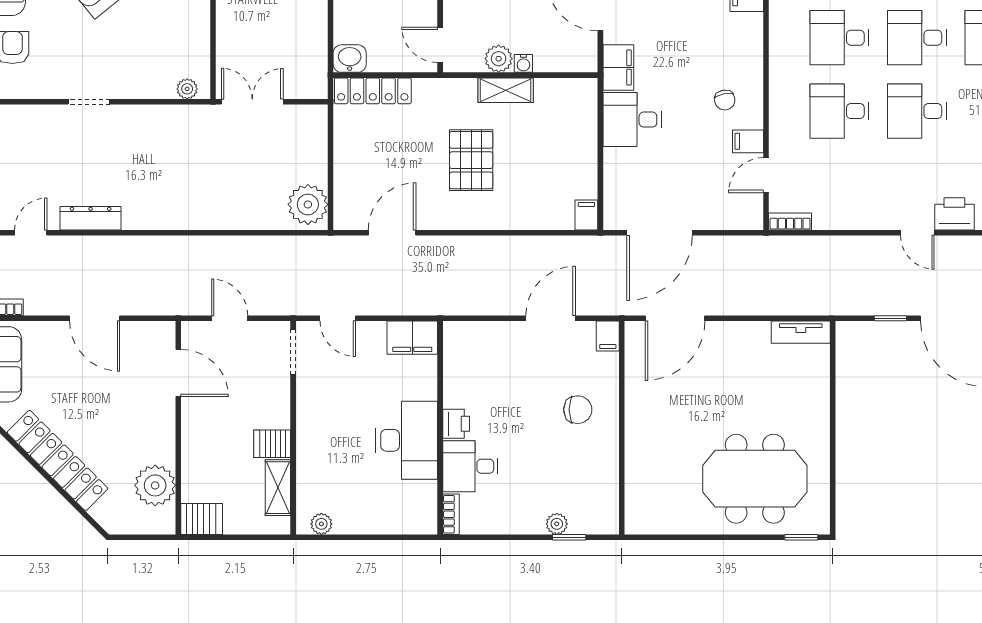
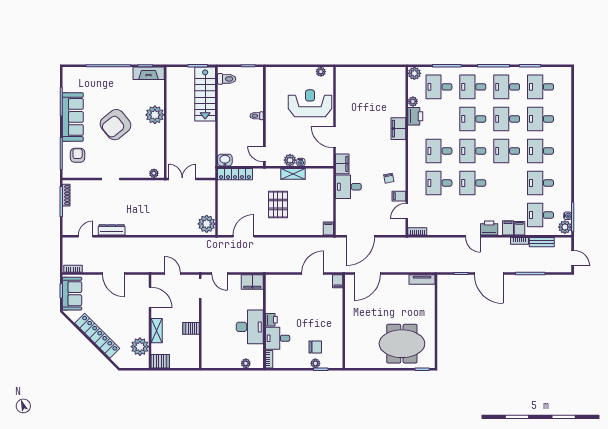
chair: (578, 410) -> (315, 347), moved
shelving: (278, 488) -> (157, 331), moved
plant: (321, 524) -> (246, 363), moved

